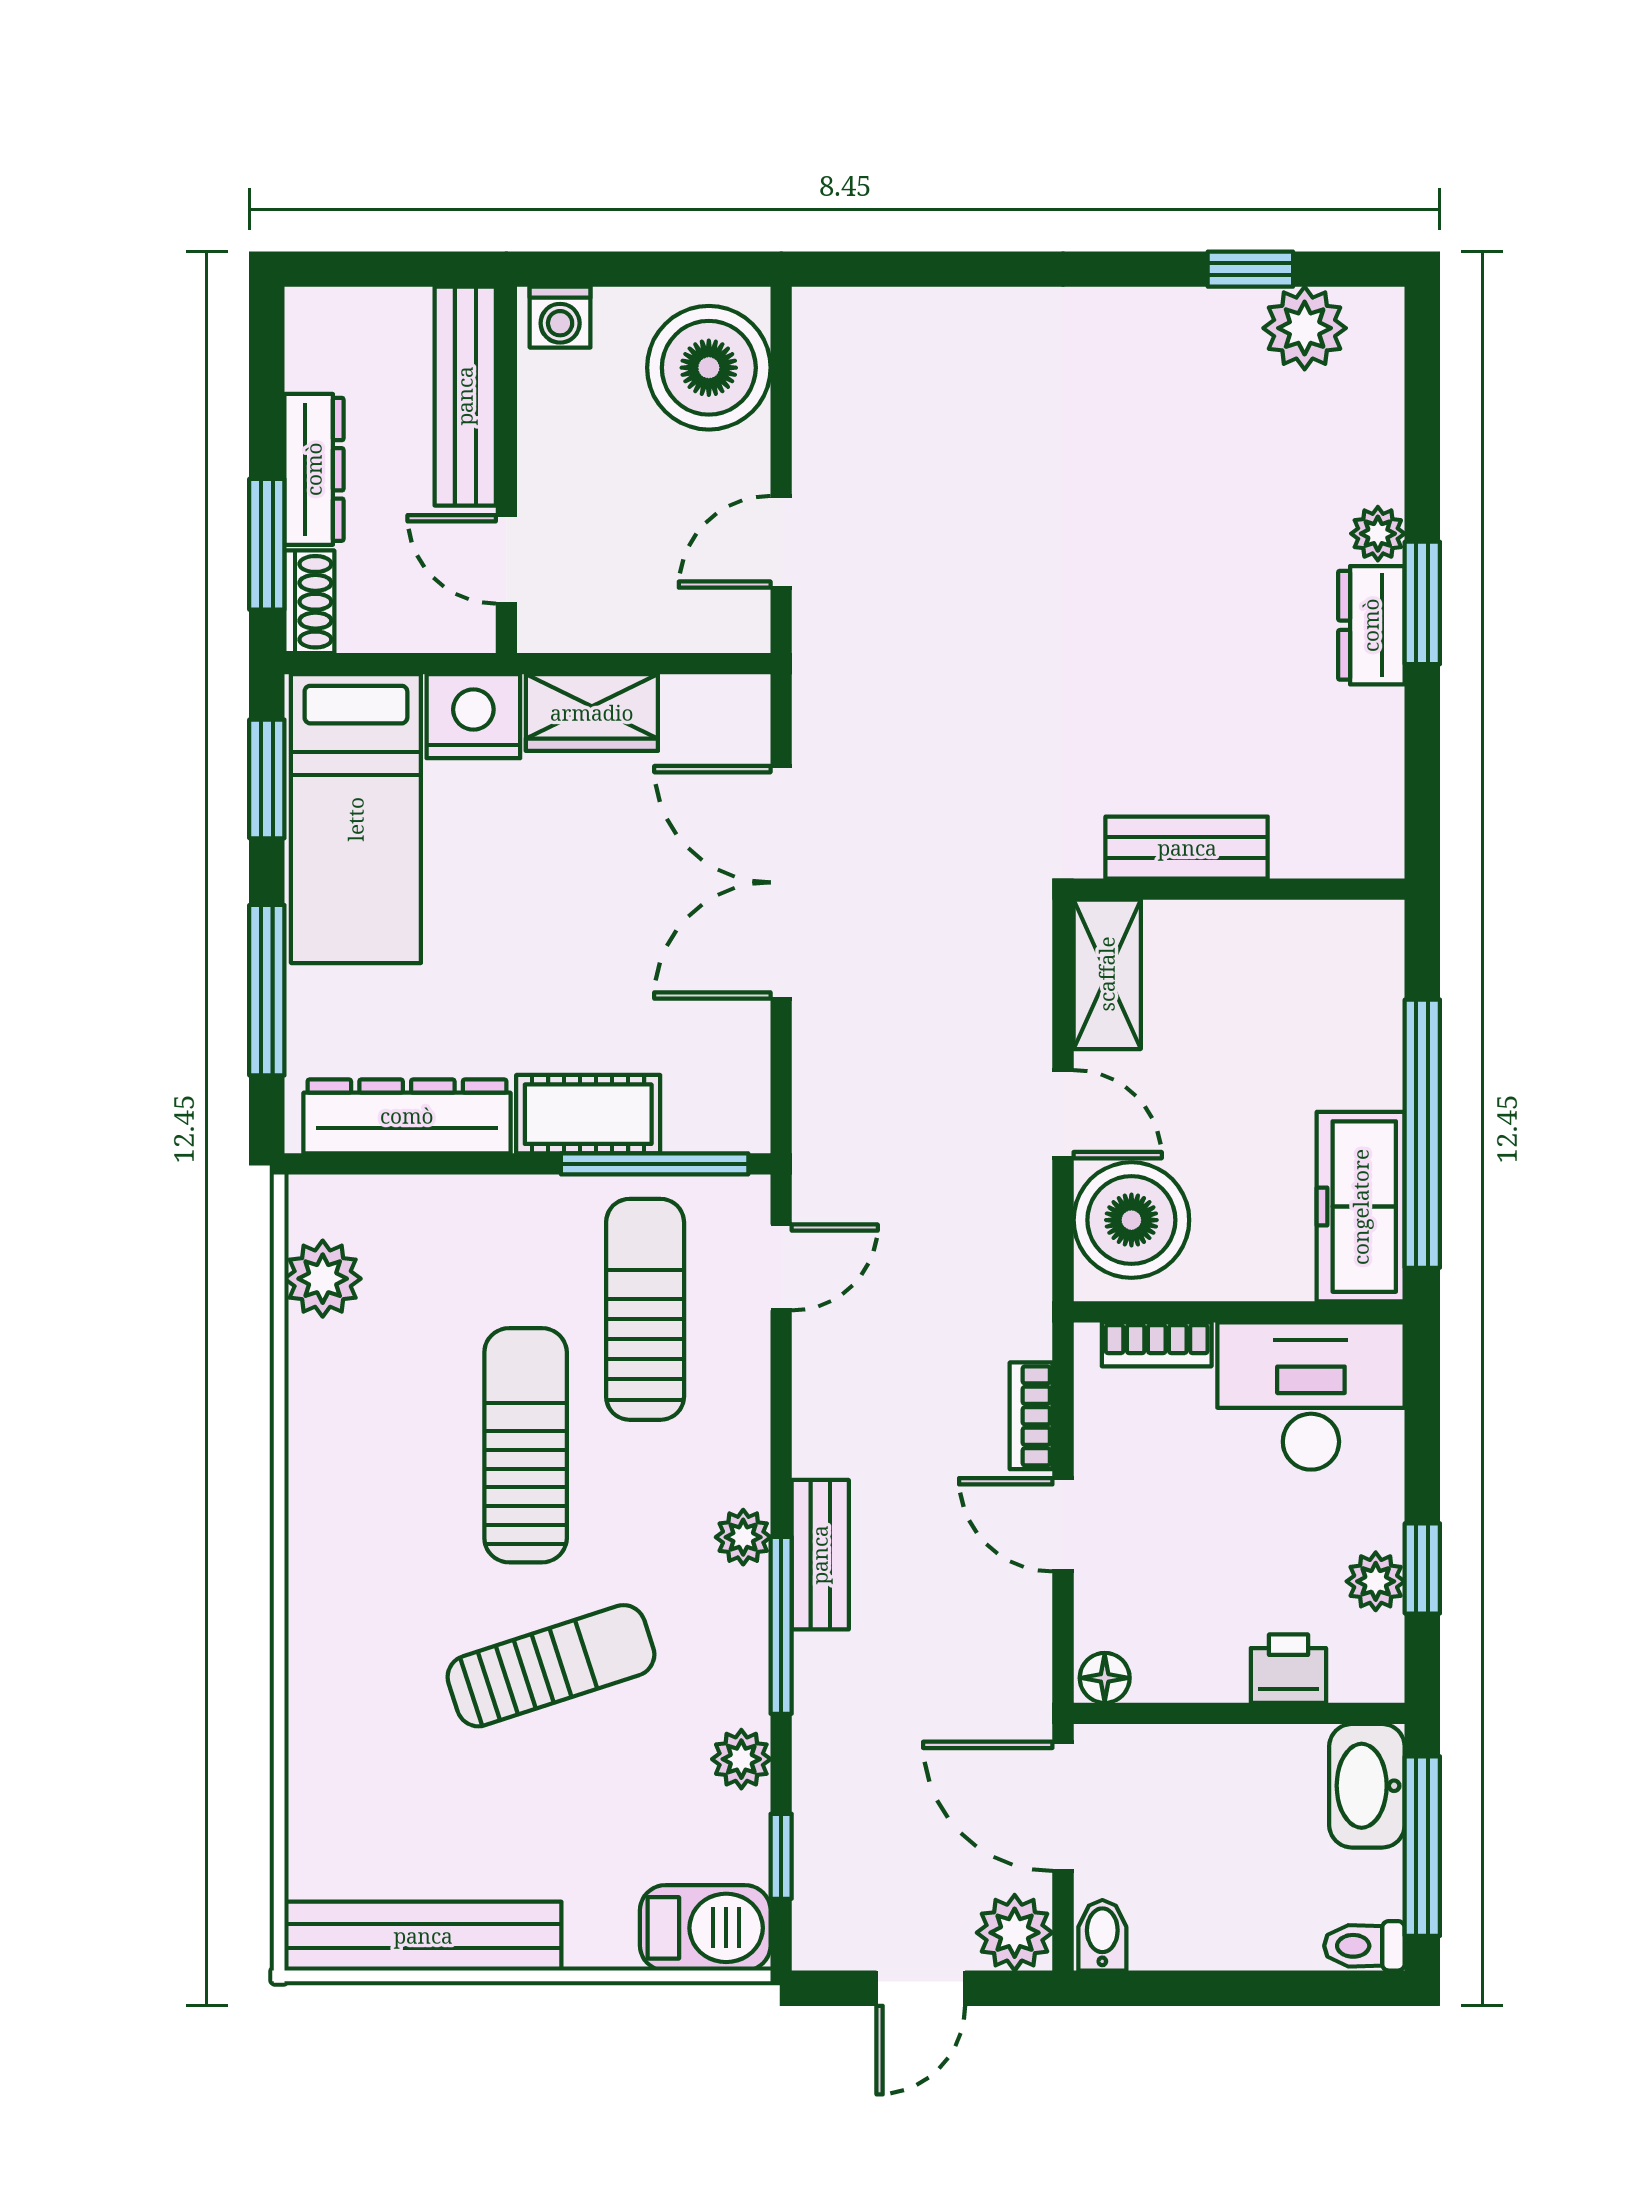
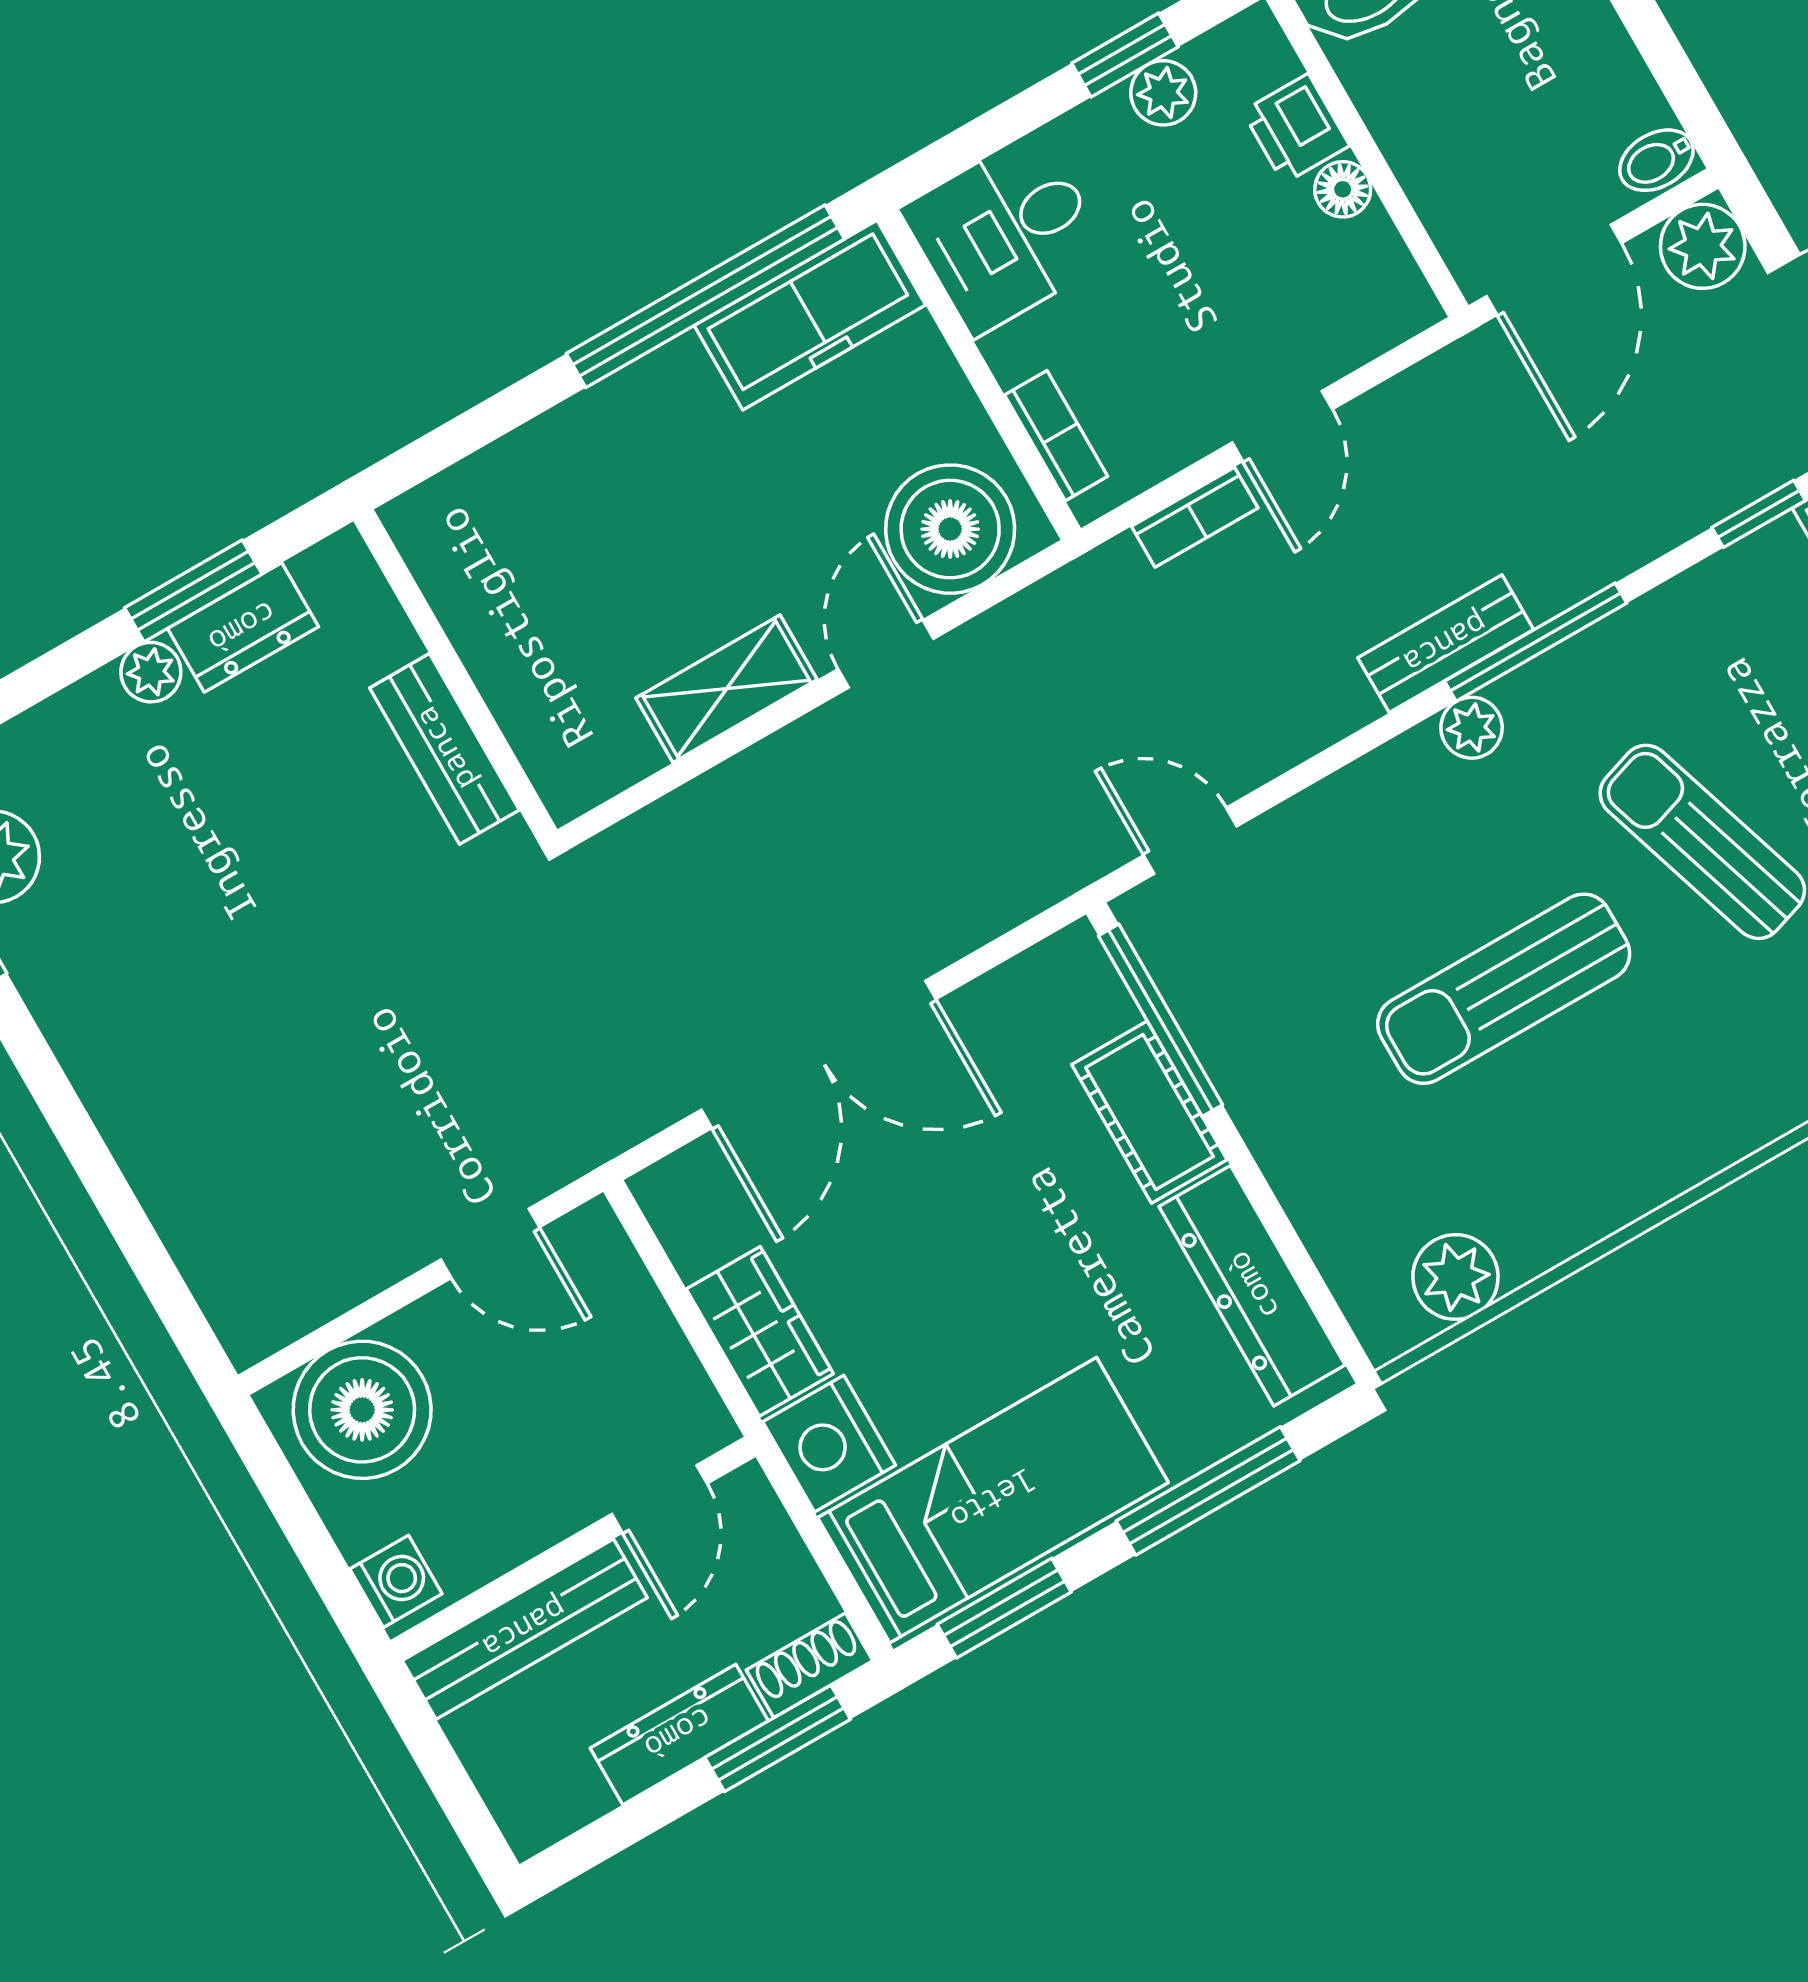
bench: (1187, 848) -> (444, 749), moved
wall: (1239, 889) -> (455, 675), moved
sun lounger: (645, 1309) -> (1306, 949), removed
desk: (1311, 1396) -> (1006, 234), width x0.73
floor lamp: (1105, 1678) -> (1343, 189), moved
plant: (741, 1759) -> (1687, 606), removed

